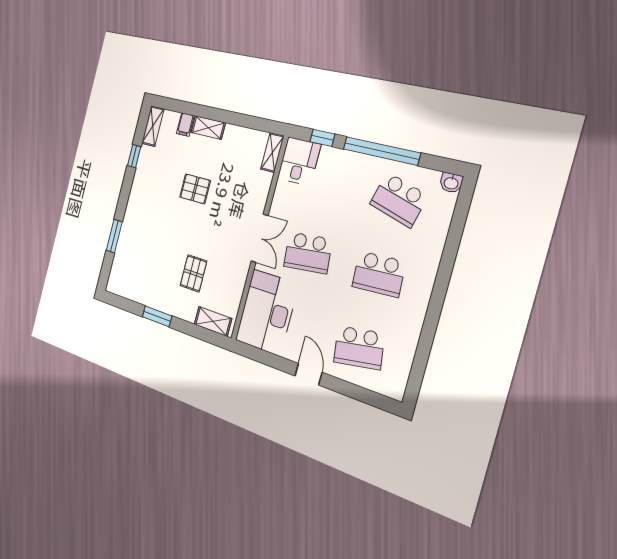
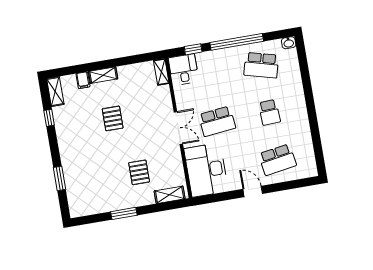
pallet: (195, 189) -> (113, 118), turned 90
school desk: (379, 274) -> (269, 112), width x0.54

